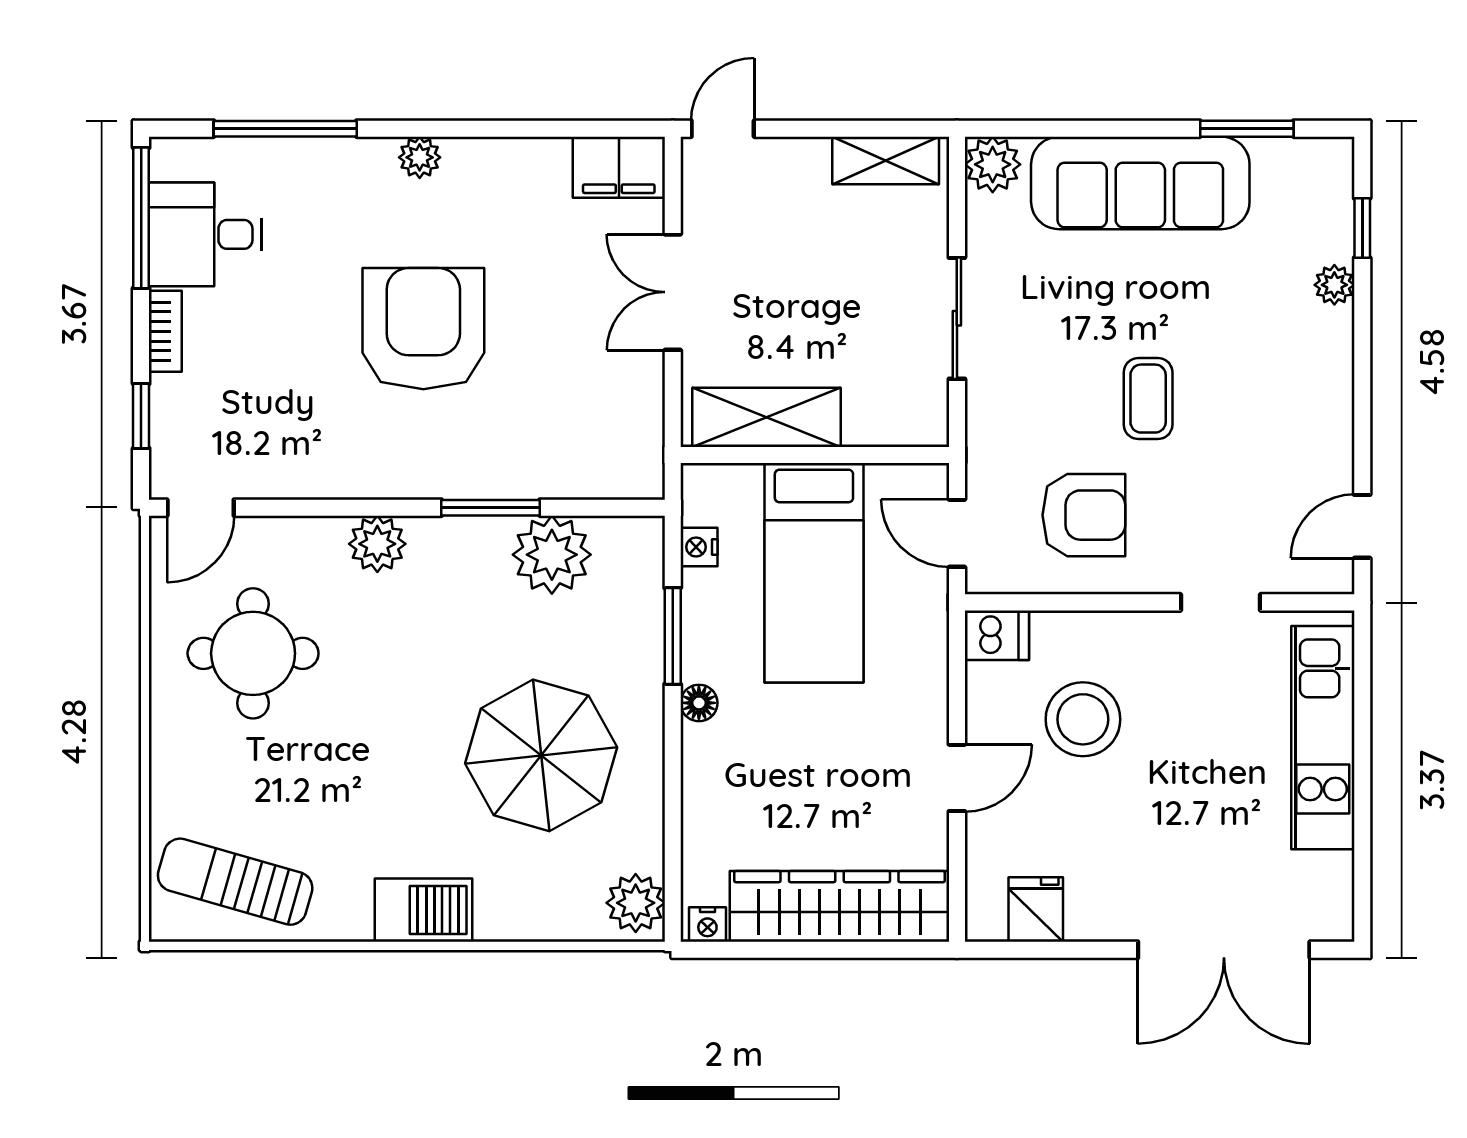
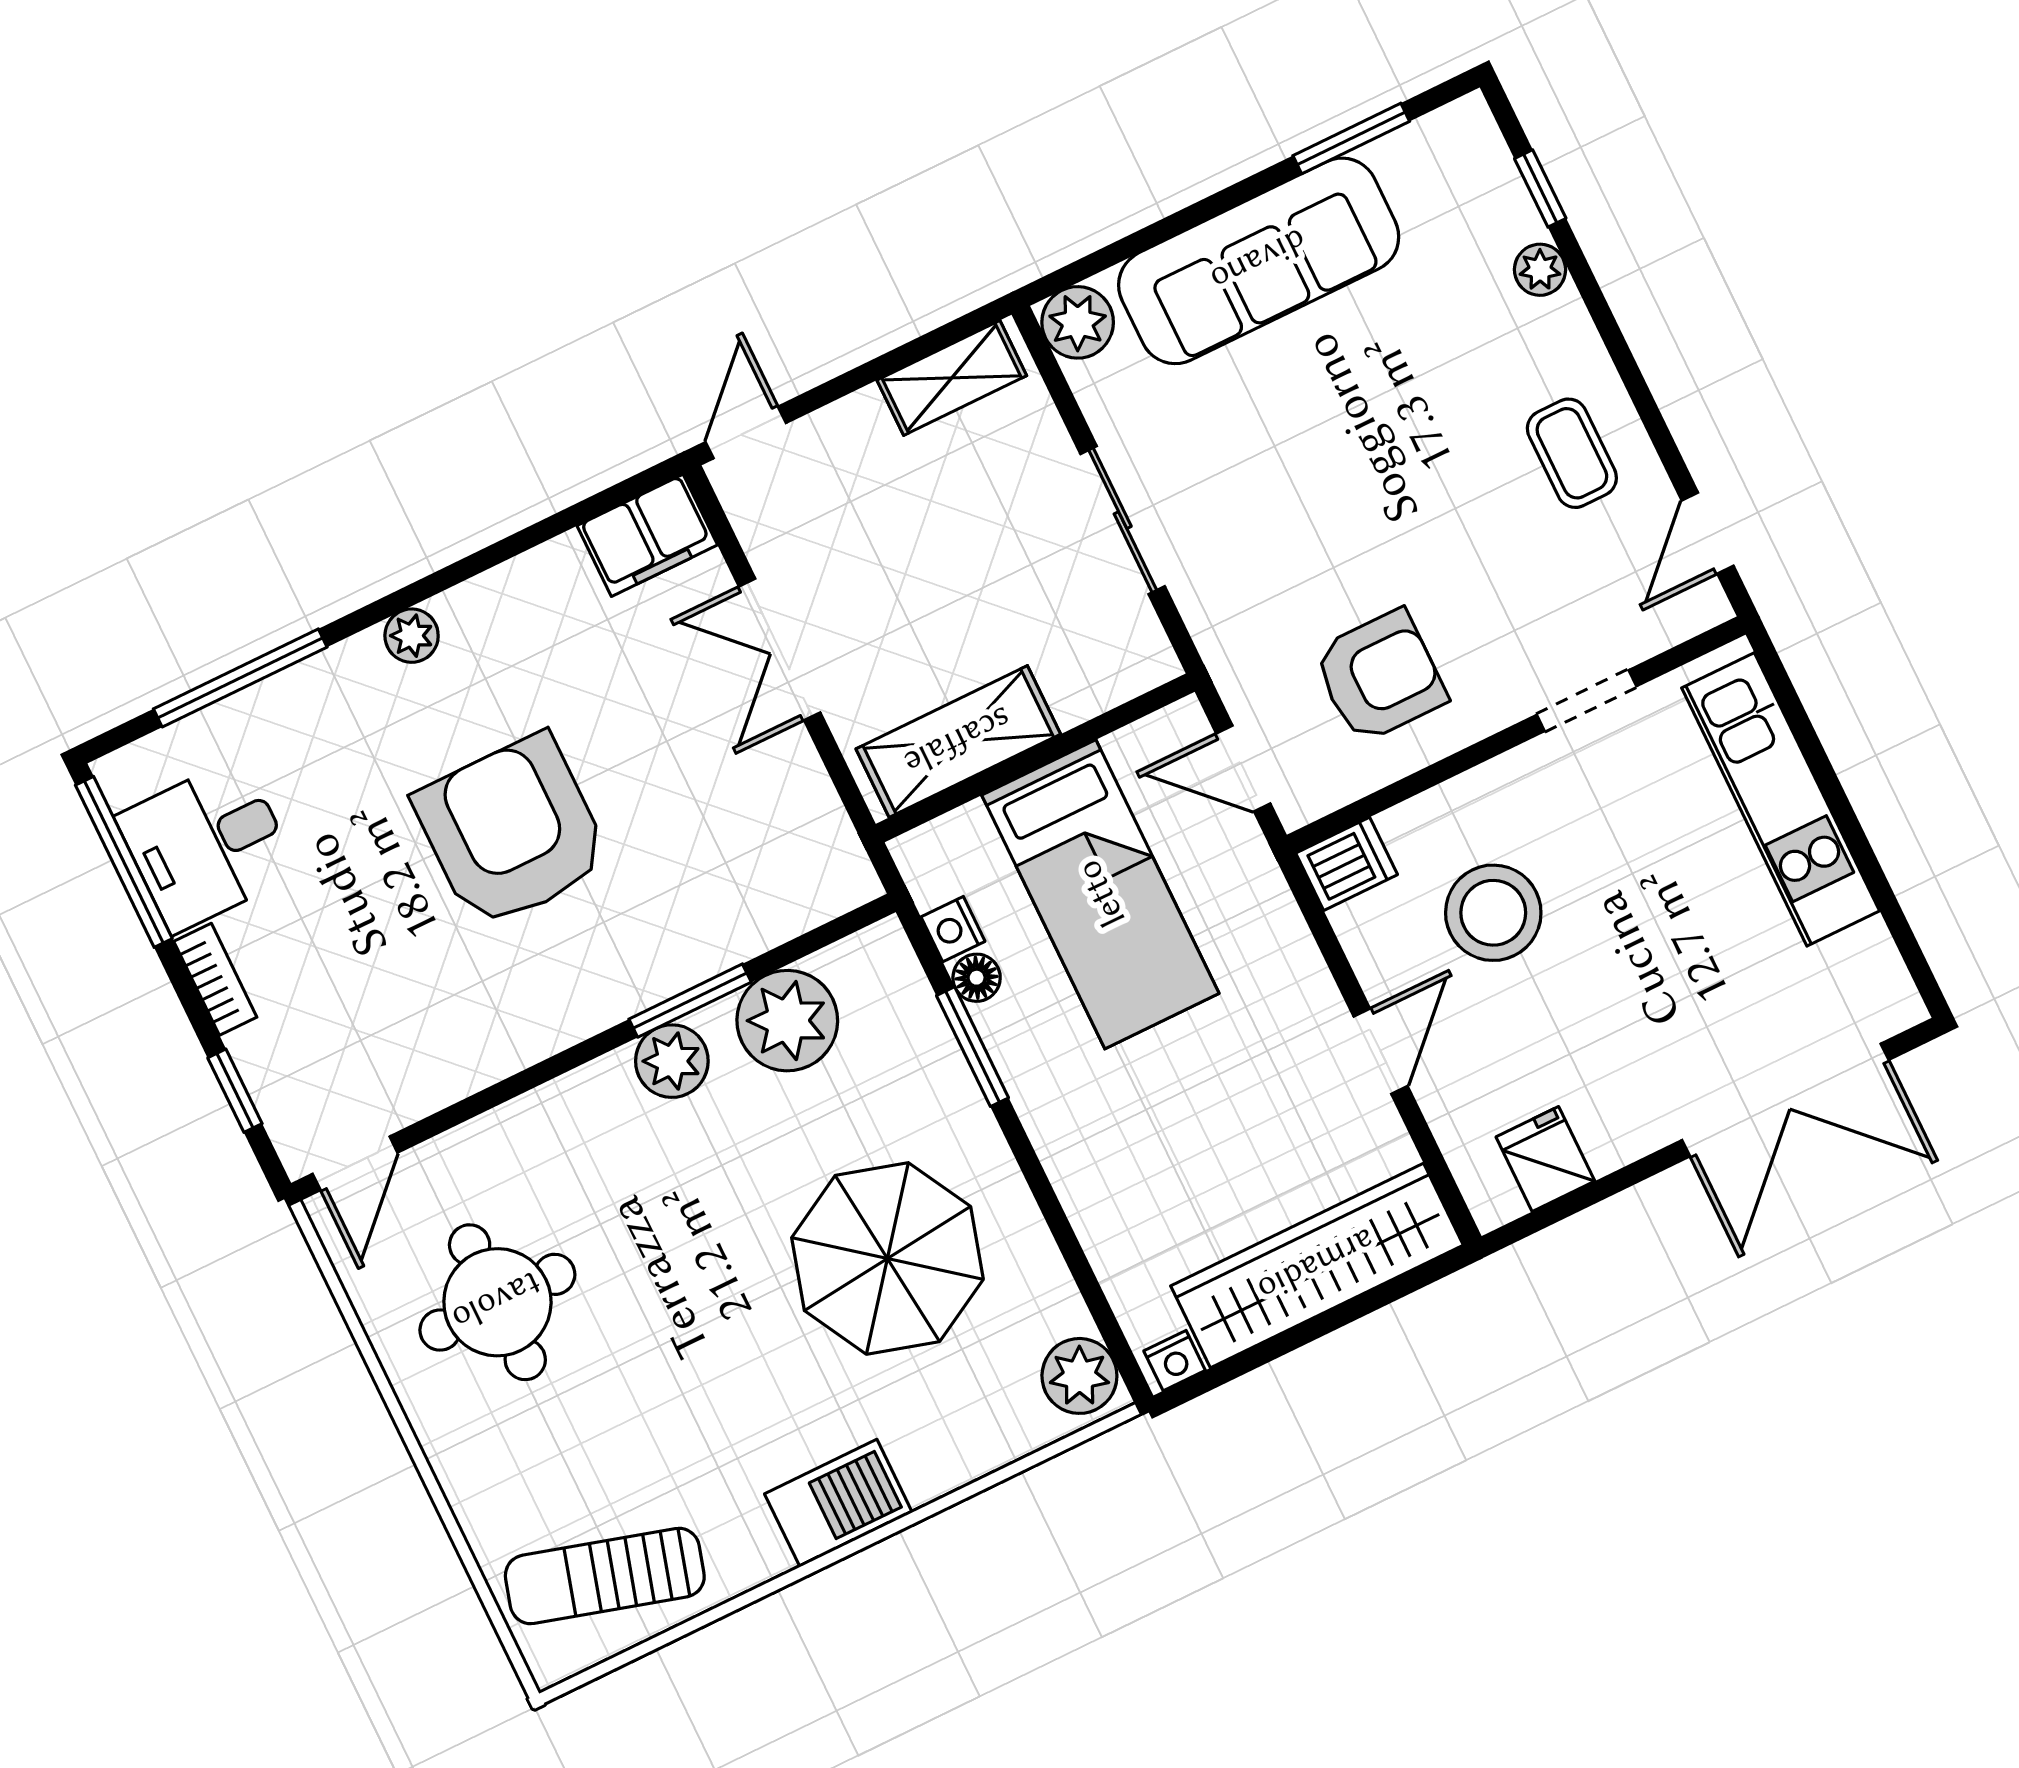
coffee table: (1148, 399) -> (1572, 453), moved
plant: (377, 544) -> (672, 1061), moved
floor lamp: (699, 703) -> (977, 978), moved

